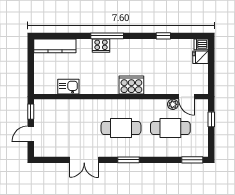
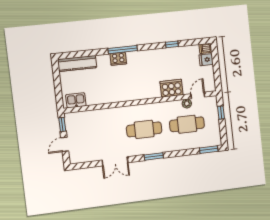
cooker: (131, 85) -> (172, 88), moved
kitchen sink: (68, 87) -> (76, 100), moved
door: (187, 97) -> (198, 95), swing flipped

